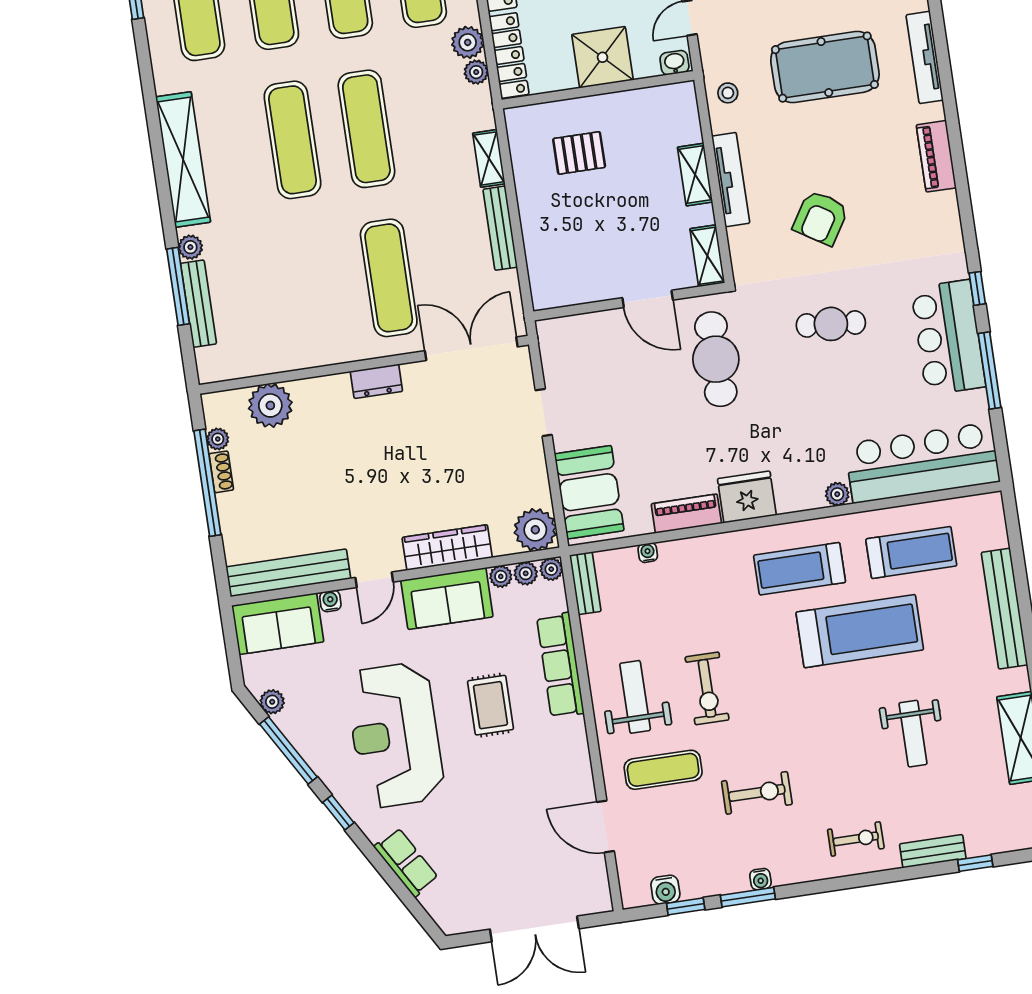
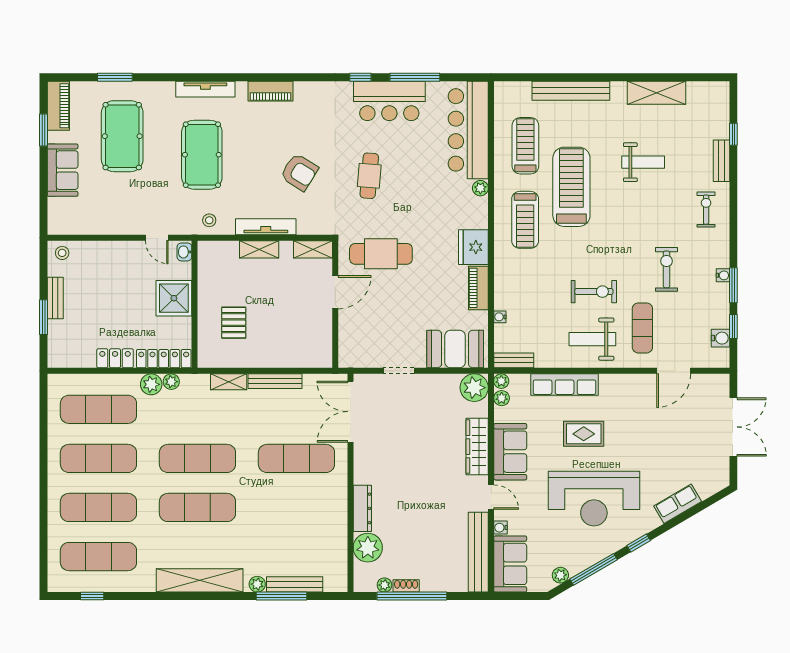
dresser: (376, 381) -> (362, 508), moved, width x1.44
plant: (501, 576) -> (501, 415), removed

